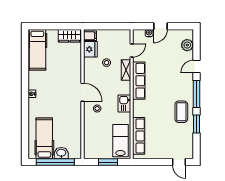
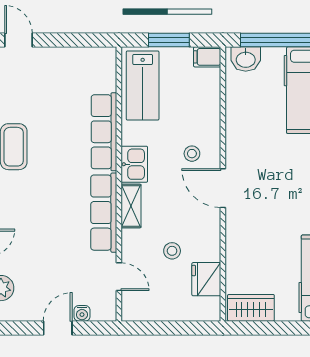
filing cabinet: (90, 36) -> (207, 57), moved
door: (132, 50) -> (119, 277), swing flipped
shelving: (126, 70) -> (131, 206), moved
row of seats: (139, 136) -> (104, 132), moved
washbasin: (61, 153) -> (246, 59), moved

